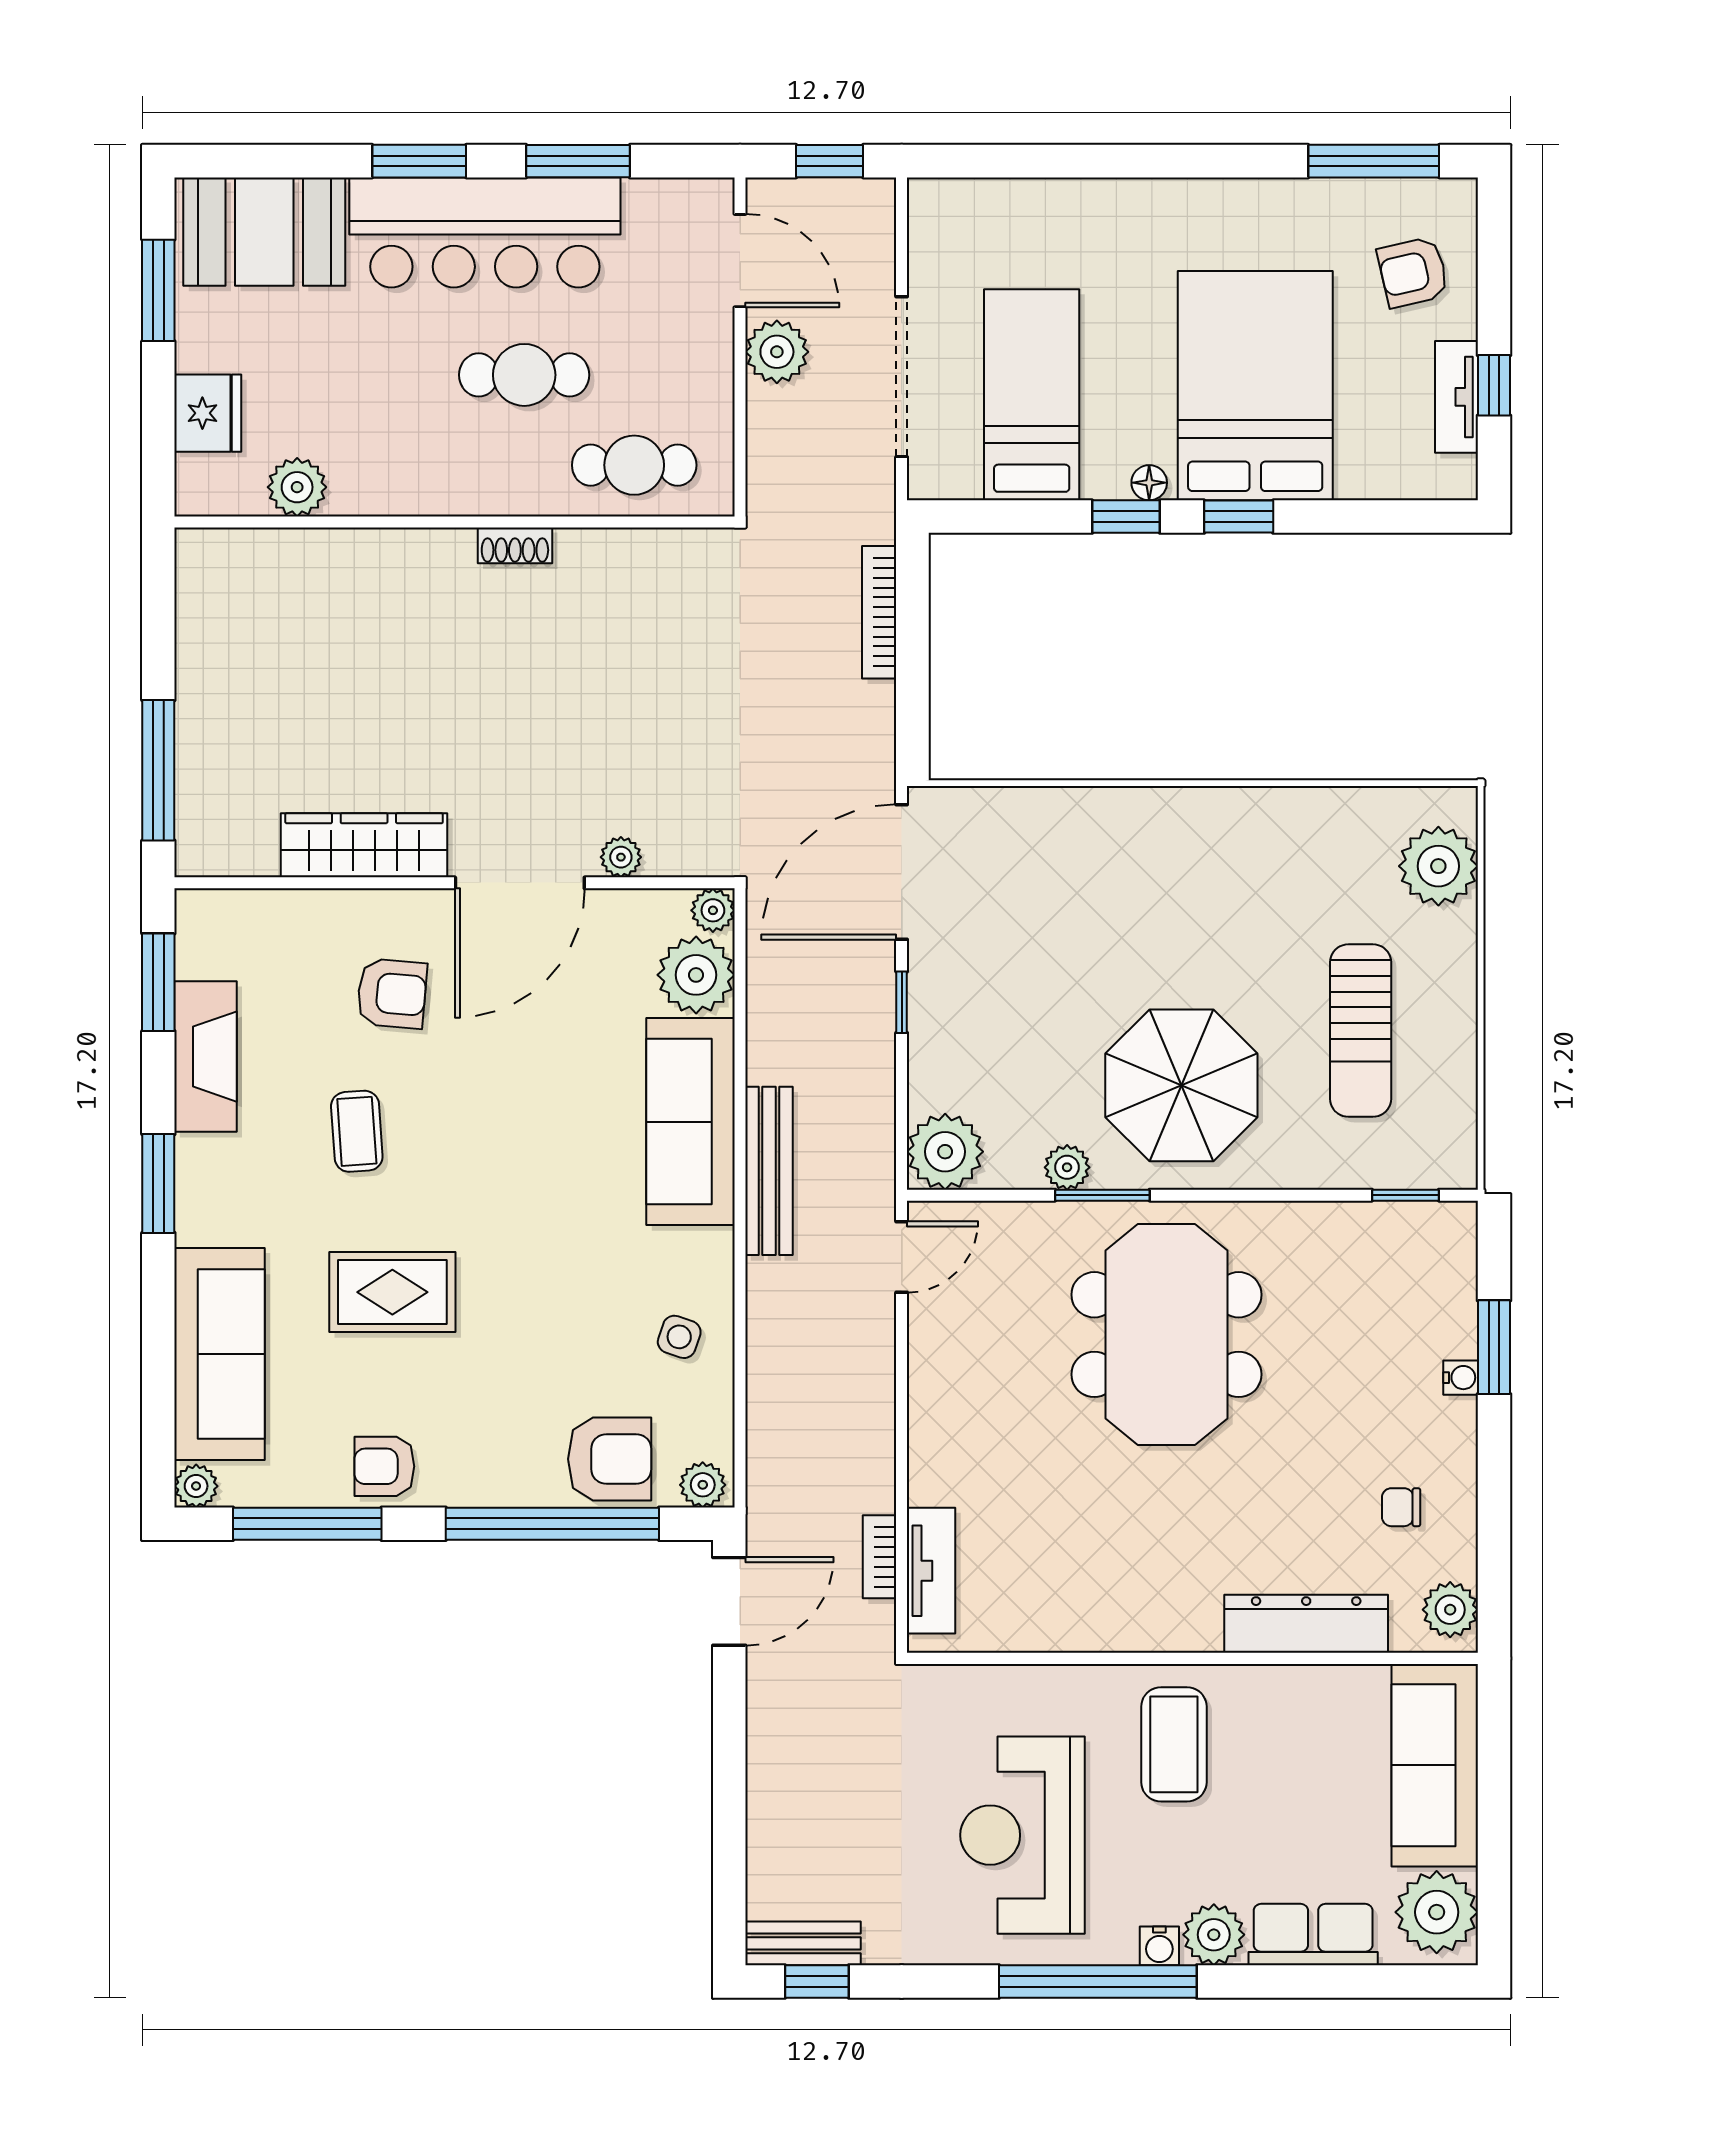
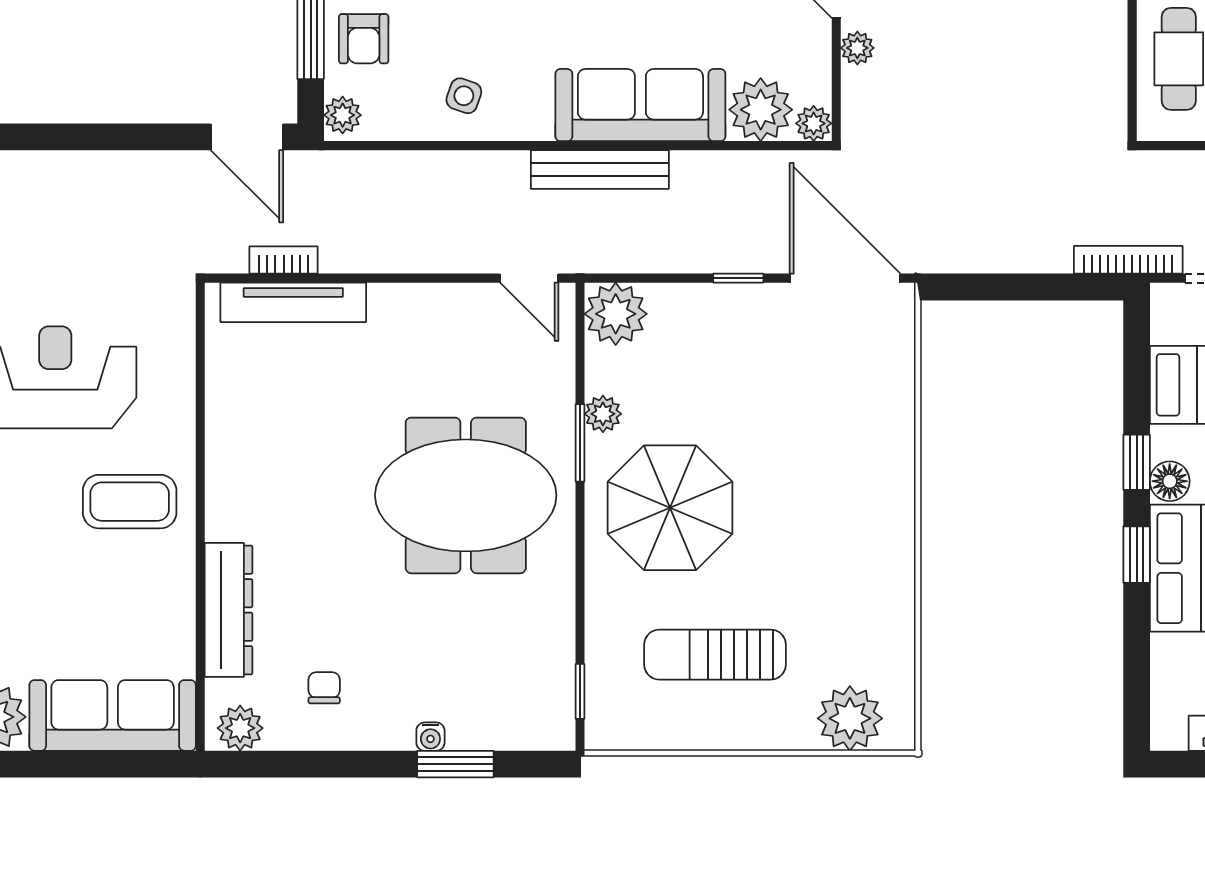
floor lamp: (1149, 483) -> (1170, 481), width x1.37, depth x1.37
bookcase: (879, 612) -> (1128, 260), moved
armchair: (610, 1459) -> (364, 39), width x0.72, depth x0.72
tv unit: (931, 1571) -> (293, 302), width x1.41

